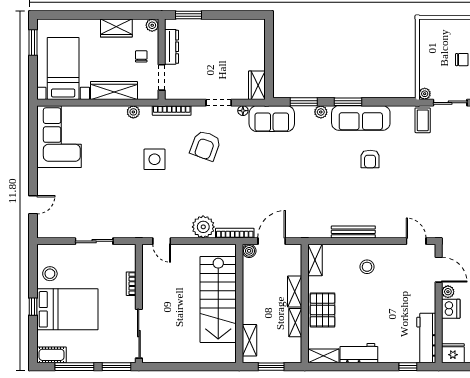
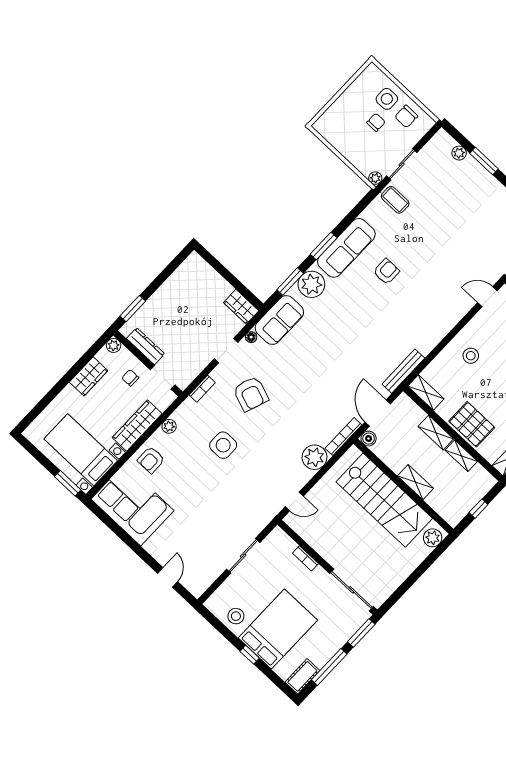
window: (33, 42) -> (68, 483), moved
bookcase: (172, 111) -> (202, 389), width x0.64
plant: (321, 112) -> (311, 284), width x1.88, depth x1.88
armchair: (100, 121) -> (151, 460), added
armchair: (370, 159) -> (386, 272), turned -90
bench: (353, 232) -> (403, 371), moved
shelving: (249, 340) -> (415, 482), moved
plant: (223, 355) -> (433, 538), added
window: (271, 367) -> (478, 509), width x0.67

